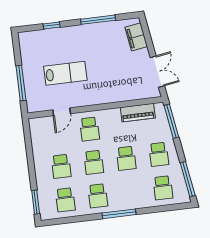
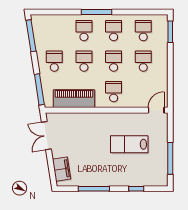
window: (21, 83) -> (170, 158), moved
door: (62, 112) -> (156, 110), moved
piano: (138, 113) -> (74, 99), width x1.37, depth x1.33
school desk: (163, 188) -> (84, 31), moved

